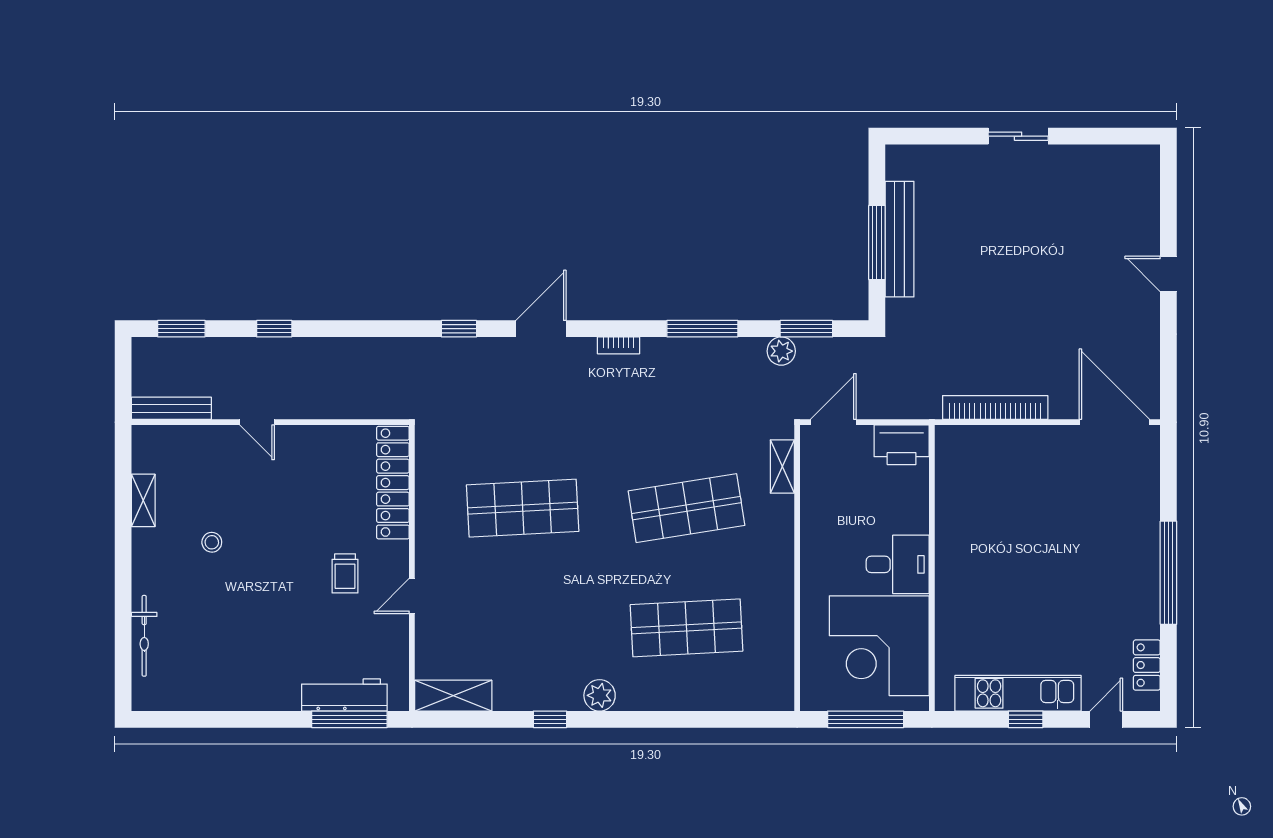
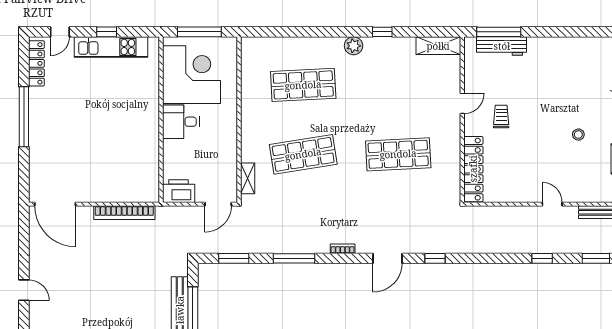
plant: (781, 351) -> (248, 245), removed
locker: (1147, 665) -> (36, 63), width x1.53

